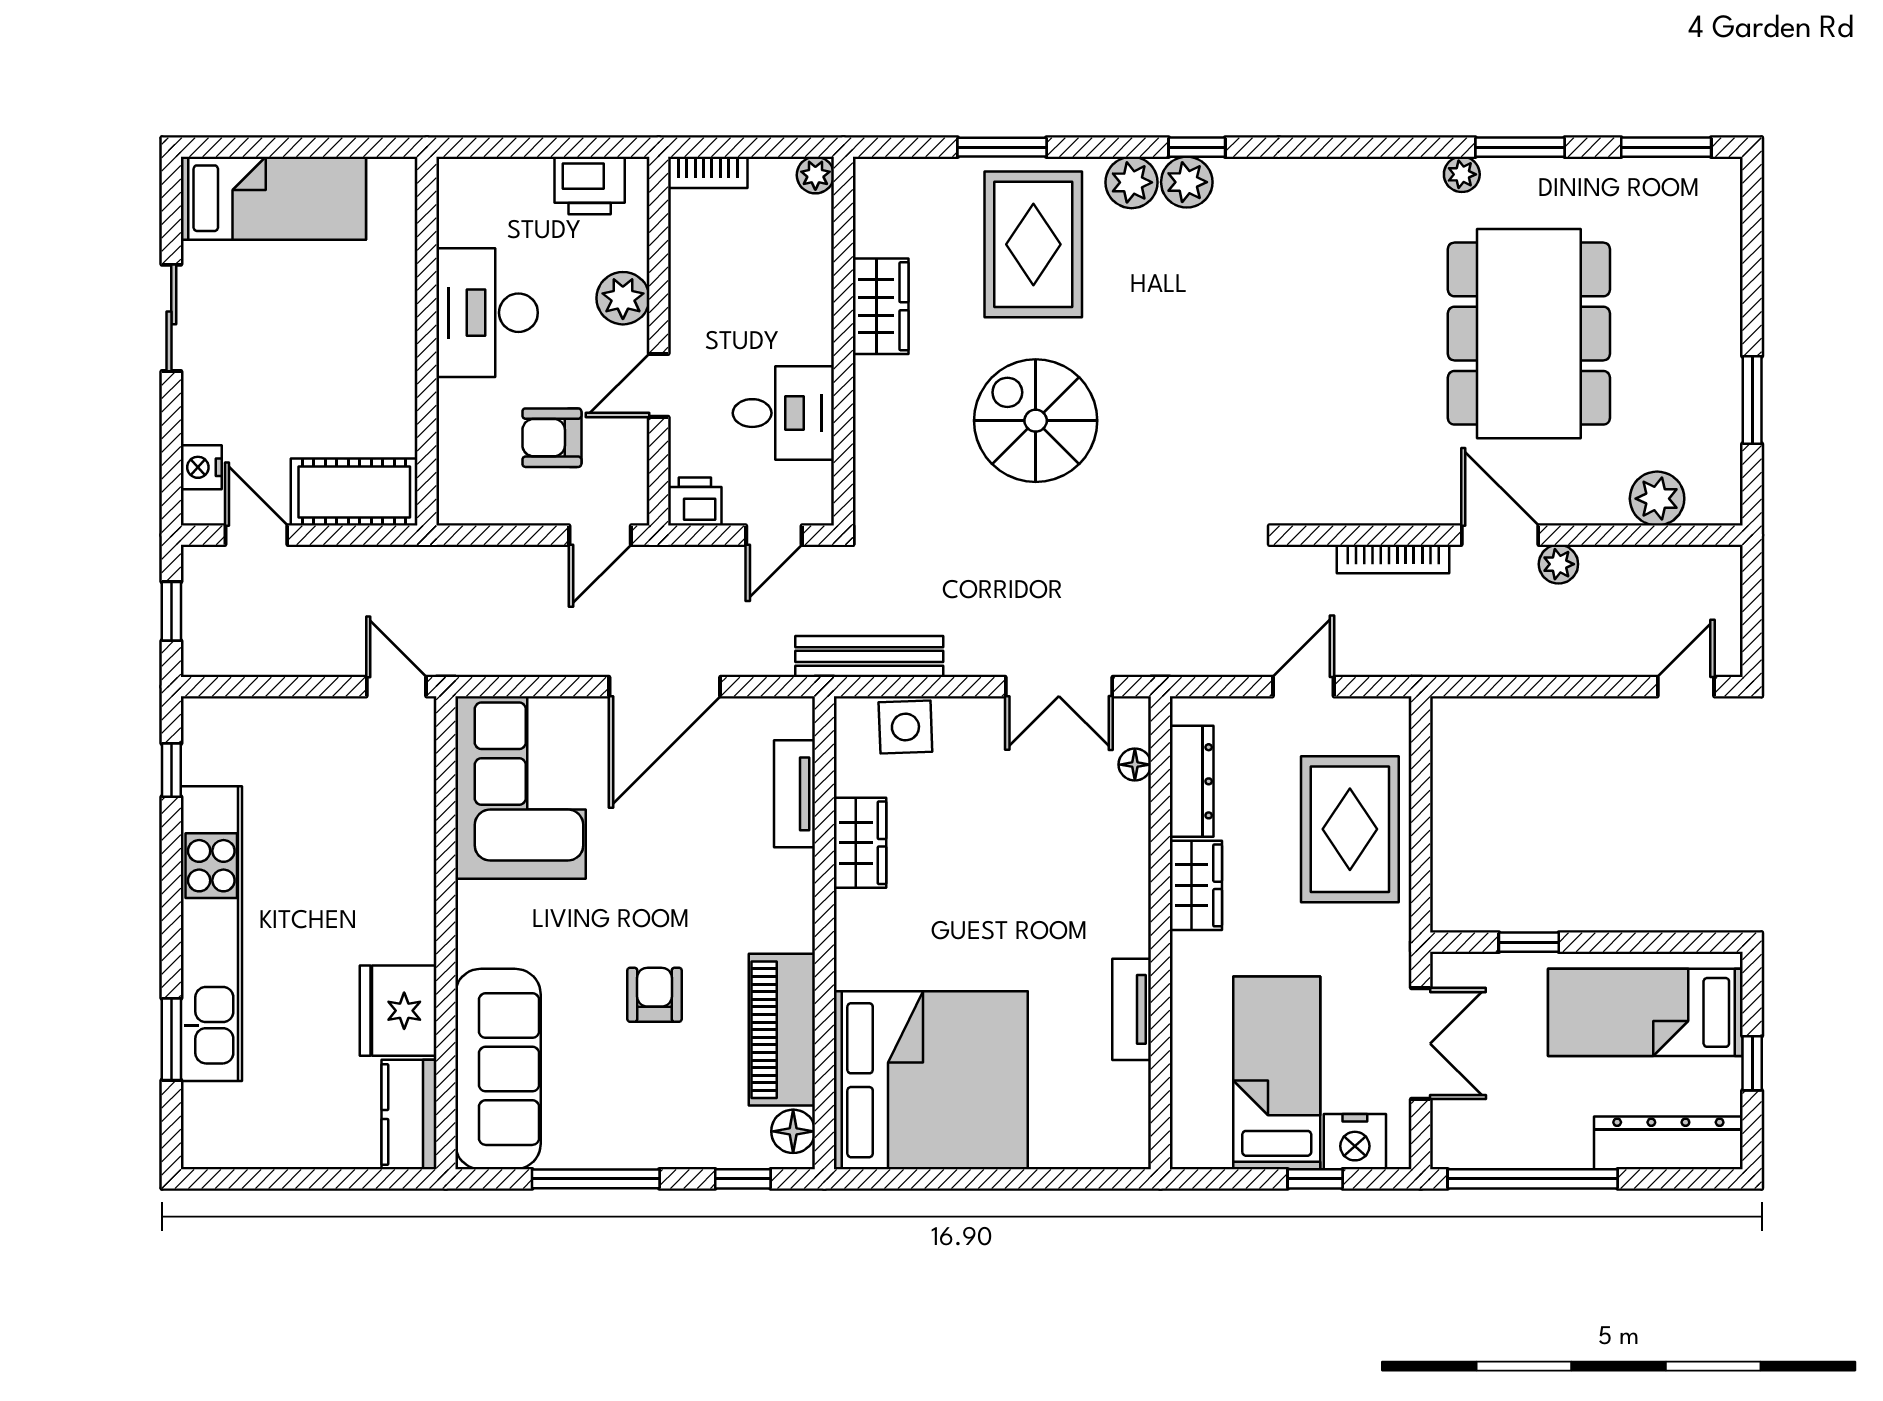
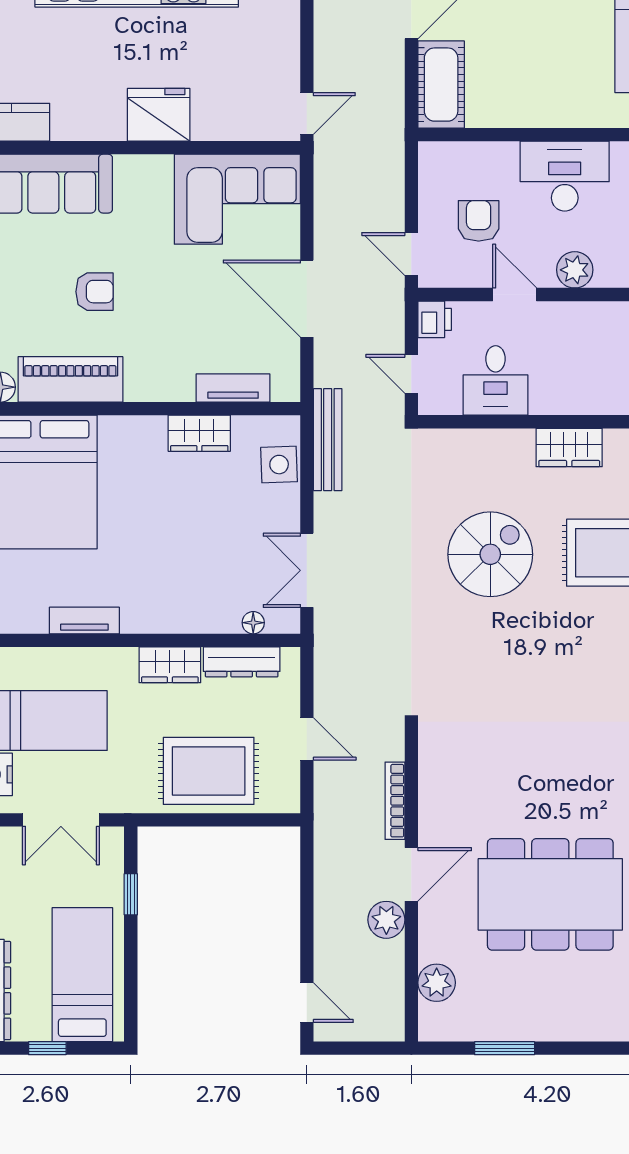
plant: (1558, 564) -> (386, 920), width x1.38, depth x1.38
fridge: (398, 1011) -> (159, 115), moved

